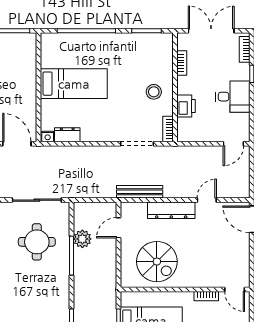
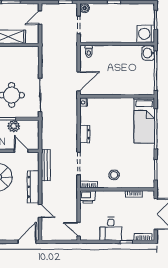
bed: (74, 84) -> (144, 120), moved
printer: (186, 106) -> (88, 197), moved
dresser: (67, 135) -> (85, 134), moved

